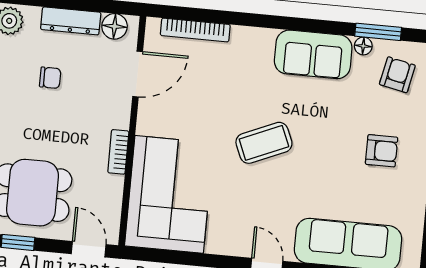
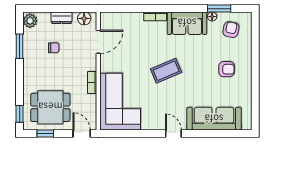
dresser: (71, 21) -> (62, 18), width x0.70
bookcase: (195, 30) -> (155, 16), moved, width x0.64

